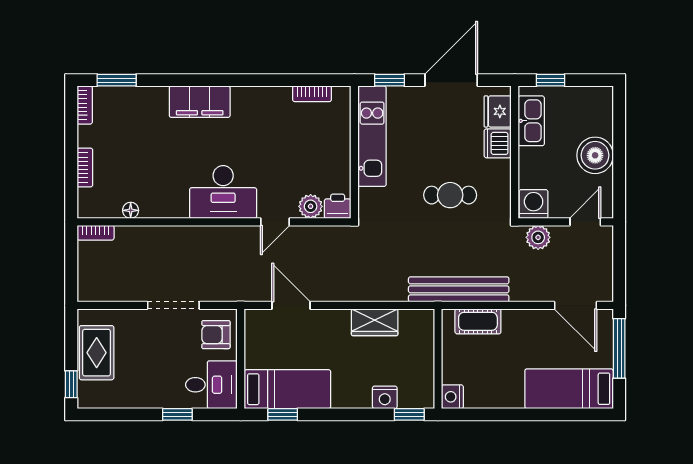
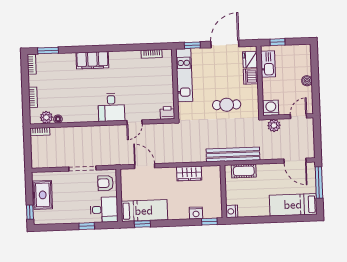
boiler: (595, 155) -> (307, 81), width x0.54, depth x0.54
desk: (223, 192) -> (111, 107), width x0.73
plant: (311, 206) -> (46, 117), moved

